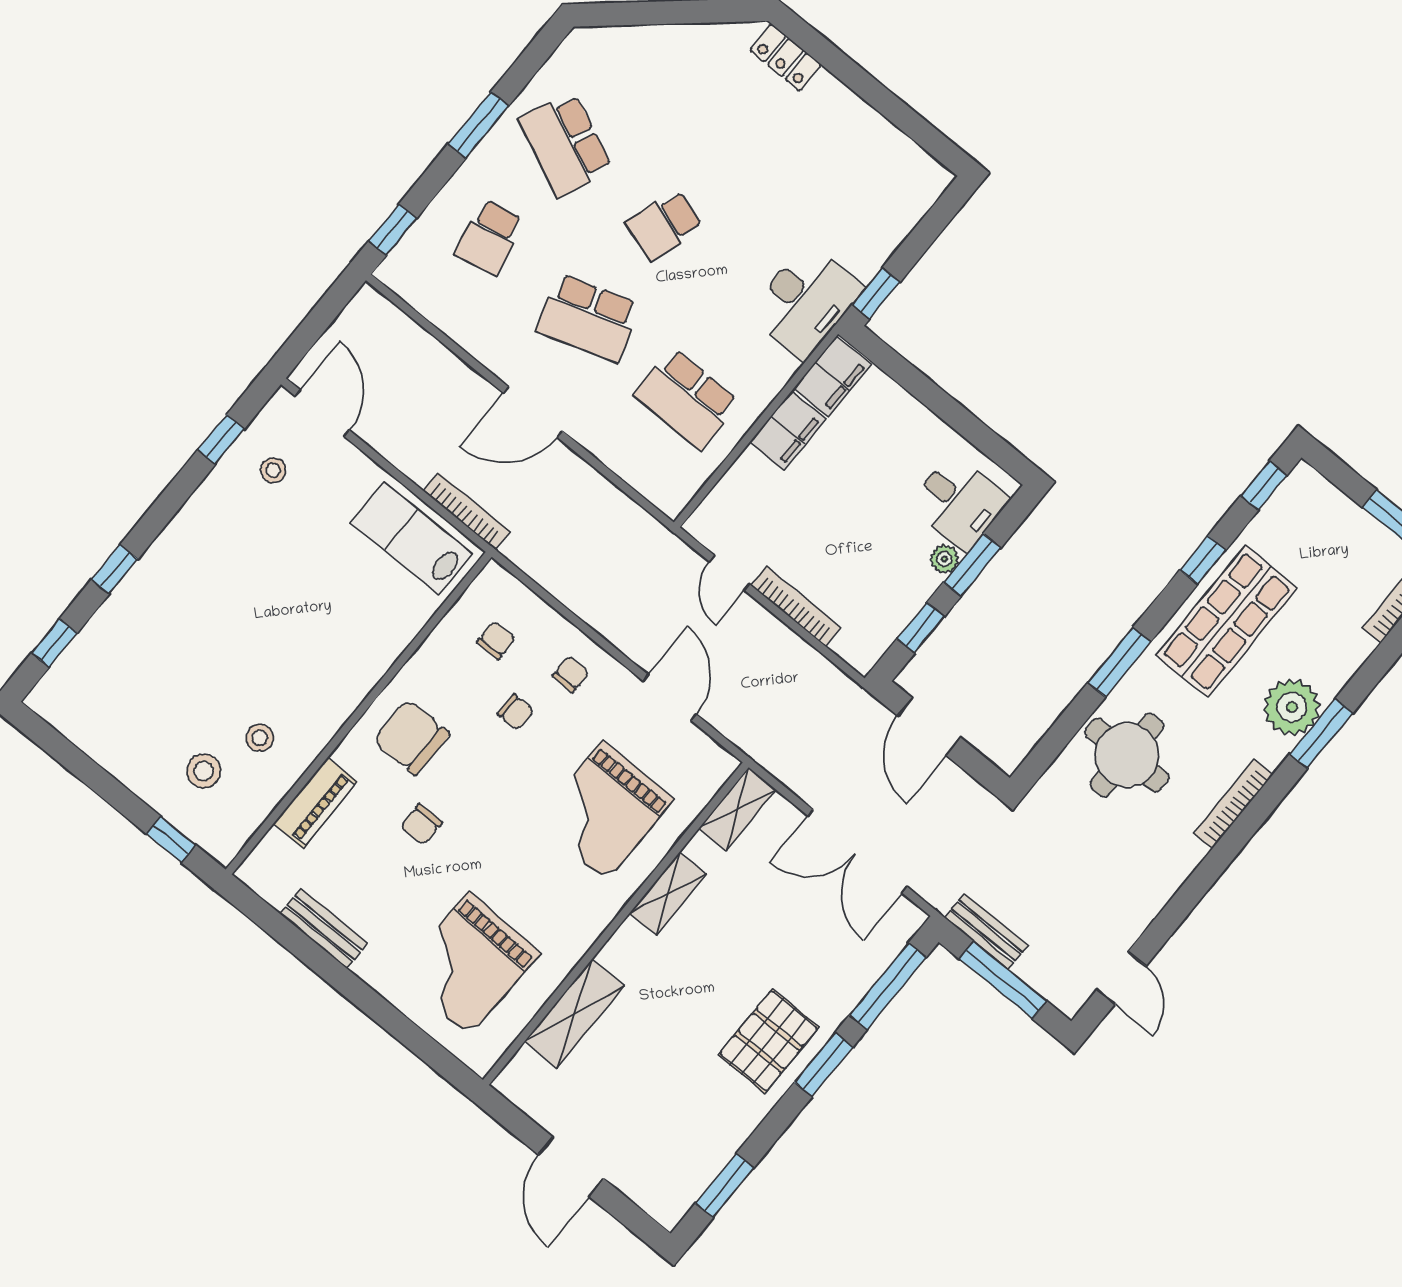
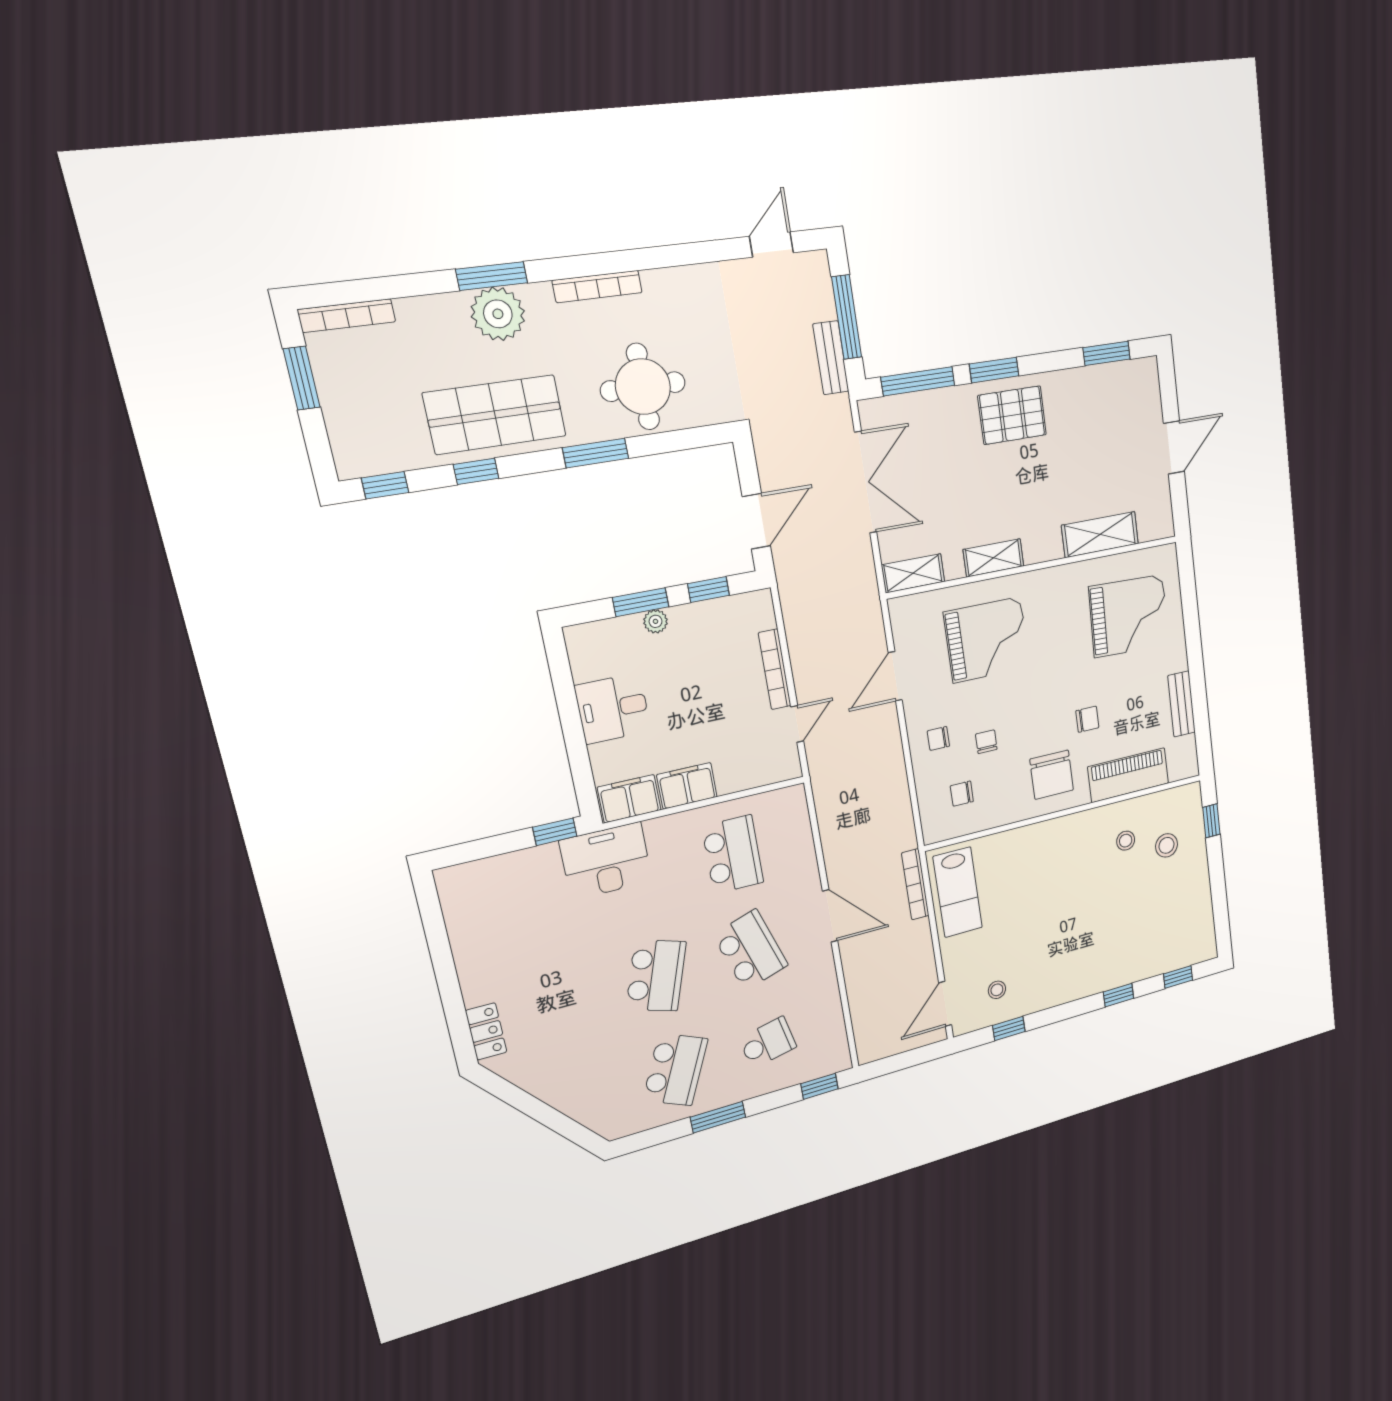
school desk: (664, 225) -> (656, 976), width x1.85
desk: (959, 502) -> (613, 708), moved, turned -90
piano: (315, 803) -> (1128, 775), width x1.37, depth x1.33

